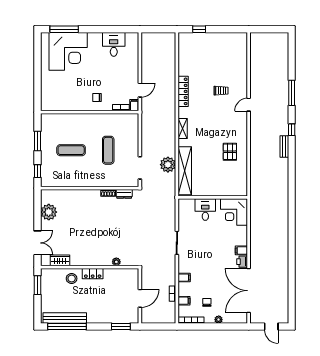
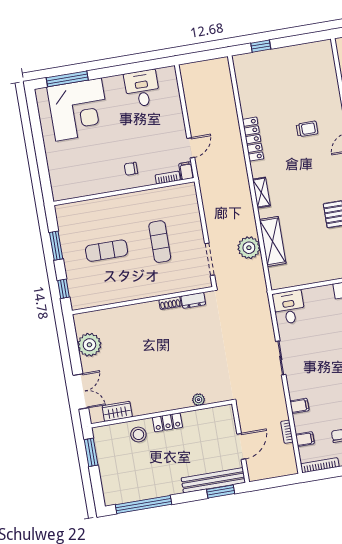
shelving: (185, 171) -> (273, 241), width x0.68
desk: (205, 210) -> (289, 307), moved
bench: (65, 318) -> (213, 480), moved

